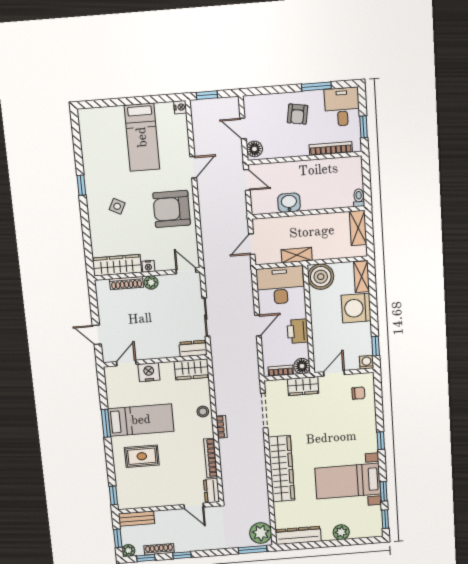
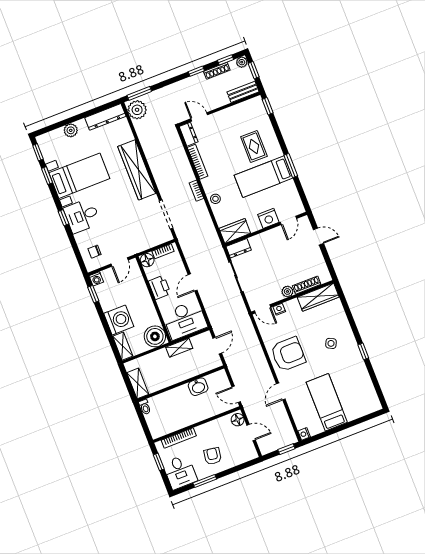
nightstand: (148, 266) -> (279, 309), moved
wardrobe: (303, 386) -> (141, 244), removed
desk: (359, 437) -> (82, 216), added
rug: (142, 456) -> (254, 146), turned 90

